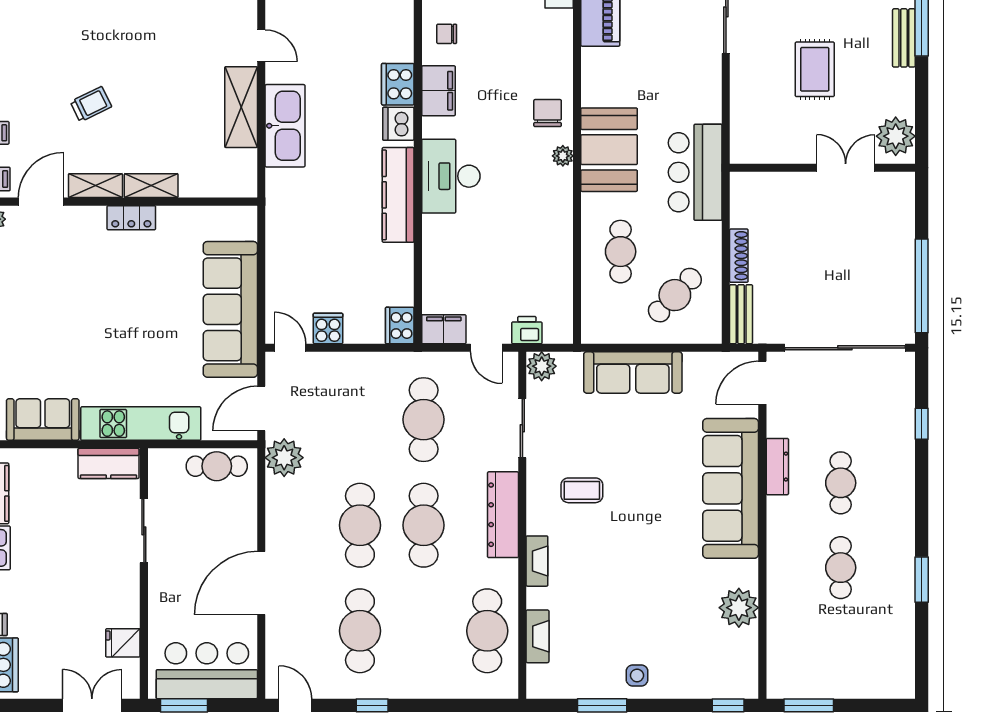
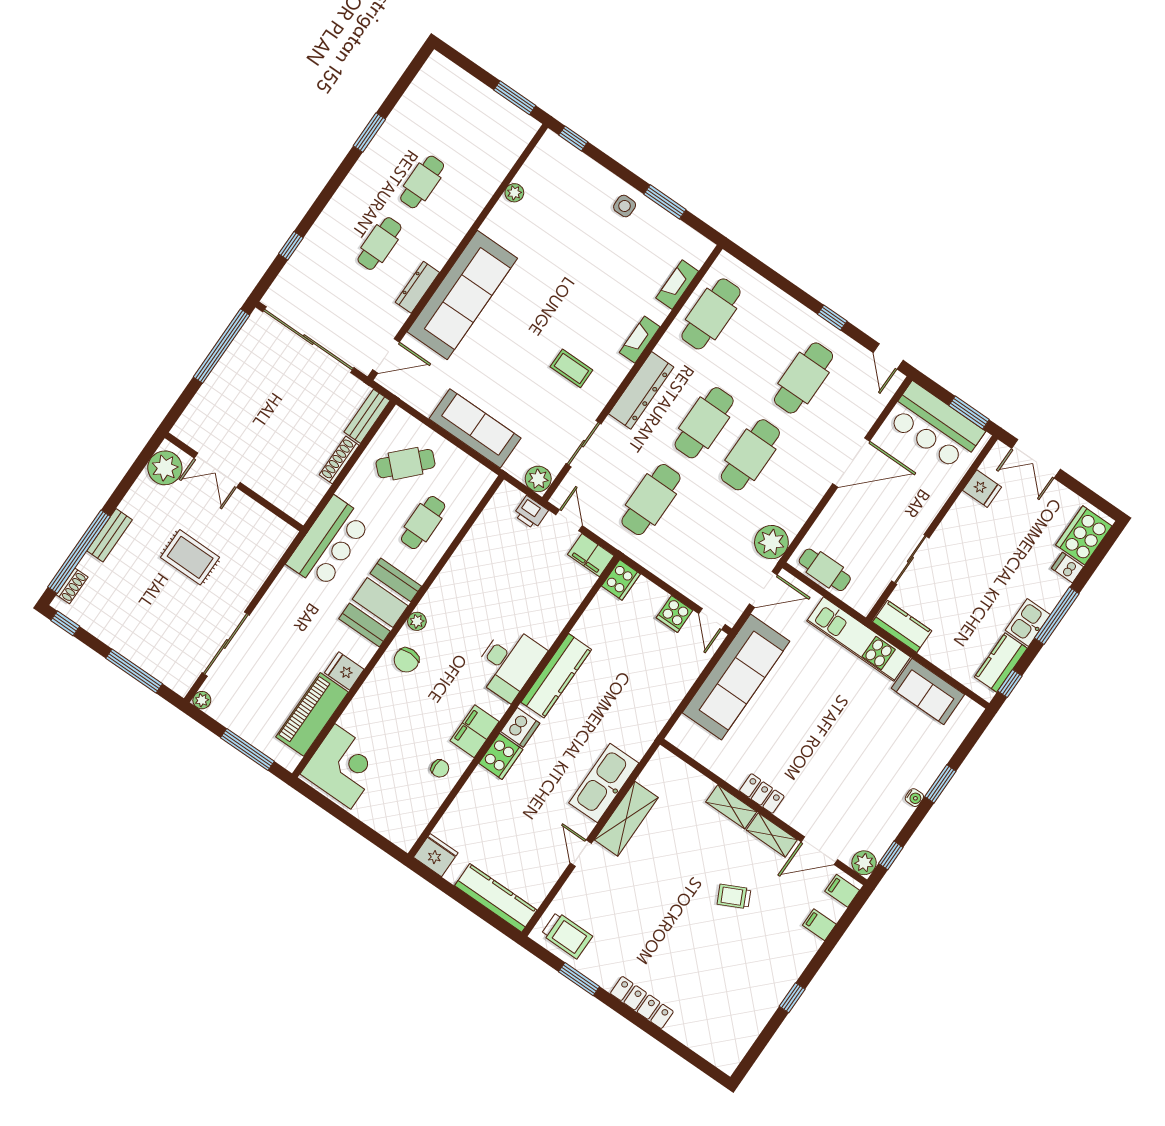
fridge: (598, 63) -> (344, 671), added
rug: (815, 69) -> (190, 557), turned 90
plant: (739, 608) -> (514, 193), width x0.53, depth x0.53

